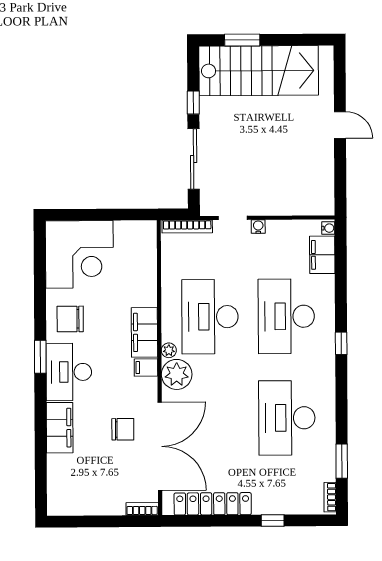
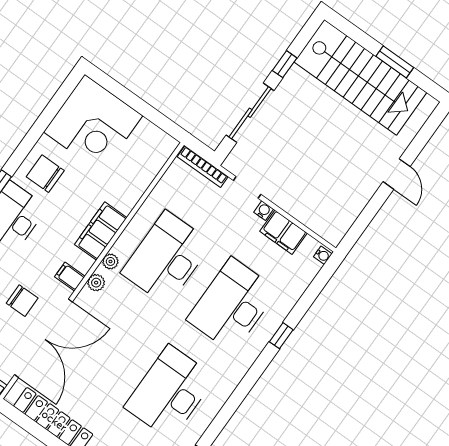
window: (242, 40) -> (395, 62), moved
filing cabinet: (322, 255) -> (283, 232), moved, turned -90
window: (341, 343) -> (281, 336), moved
filing cabinet: (146, 368) -> (70, 277), moved
plant: (177, 374) -> (96, 283), width x0.53, depth x0.53

